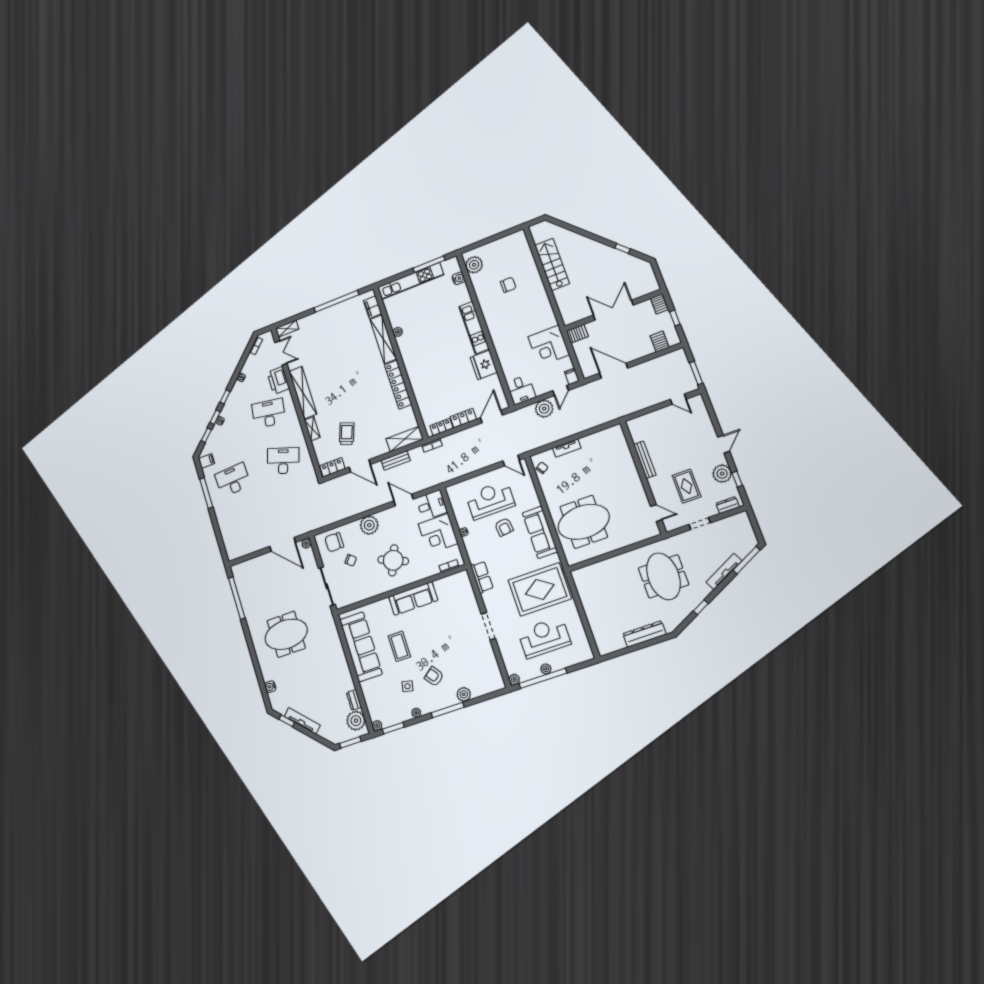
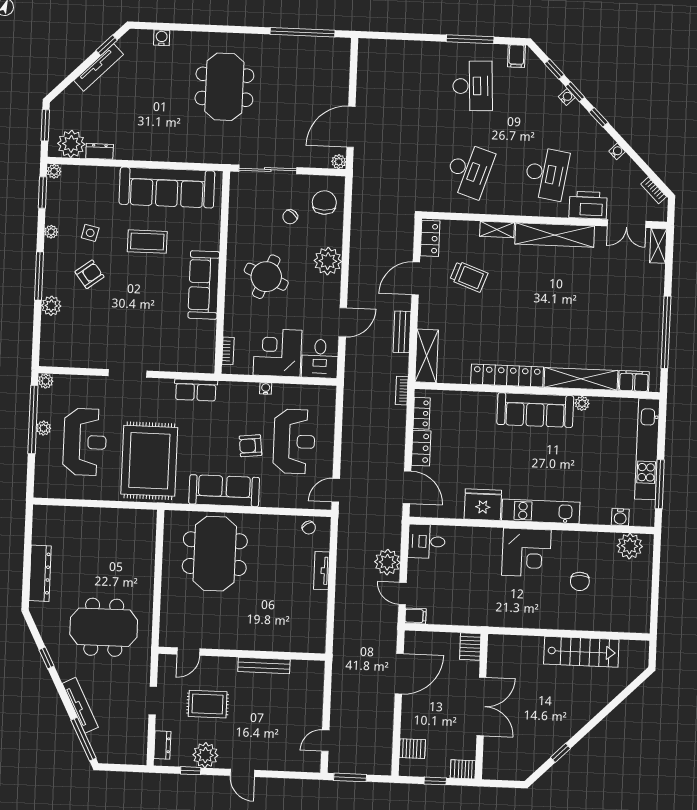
corner desk: (549, 346) -> (526, 553), moved, turned 180
sofa: (413, 358) -> (535, 410), added

